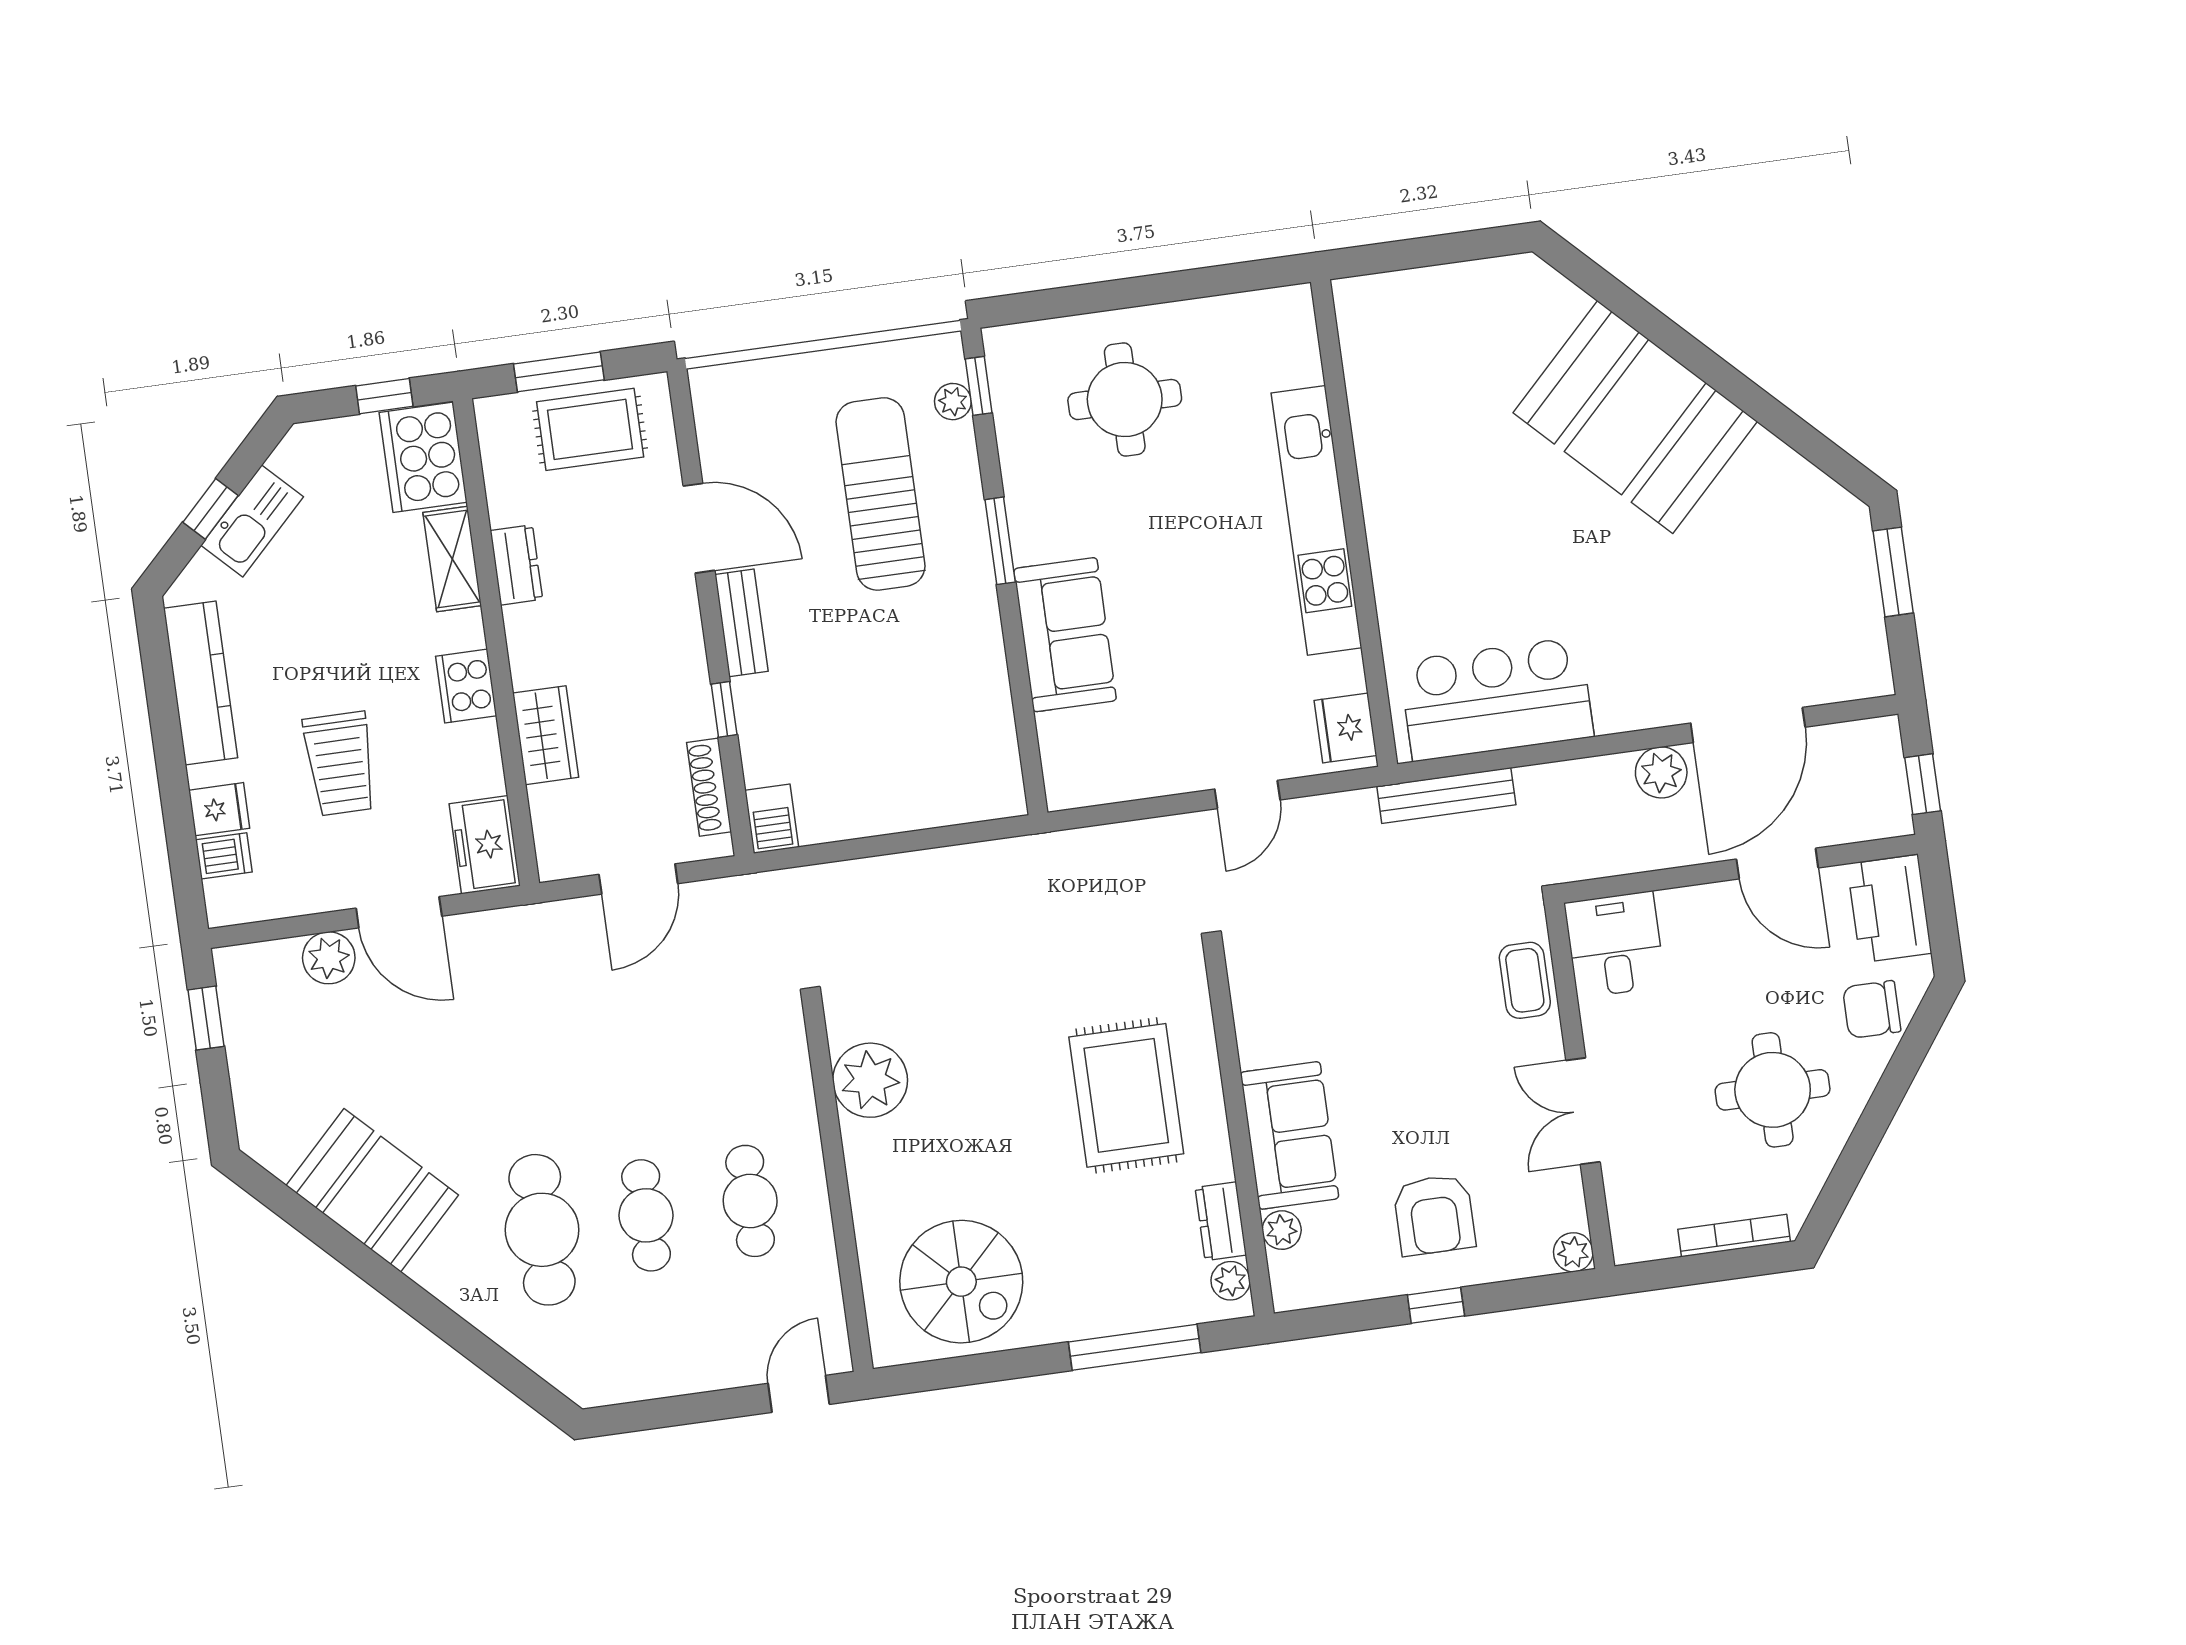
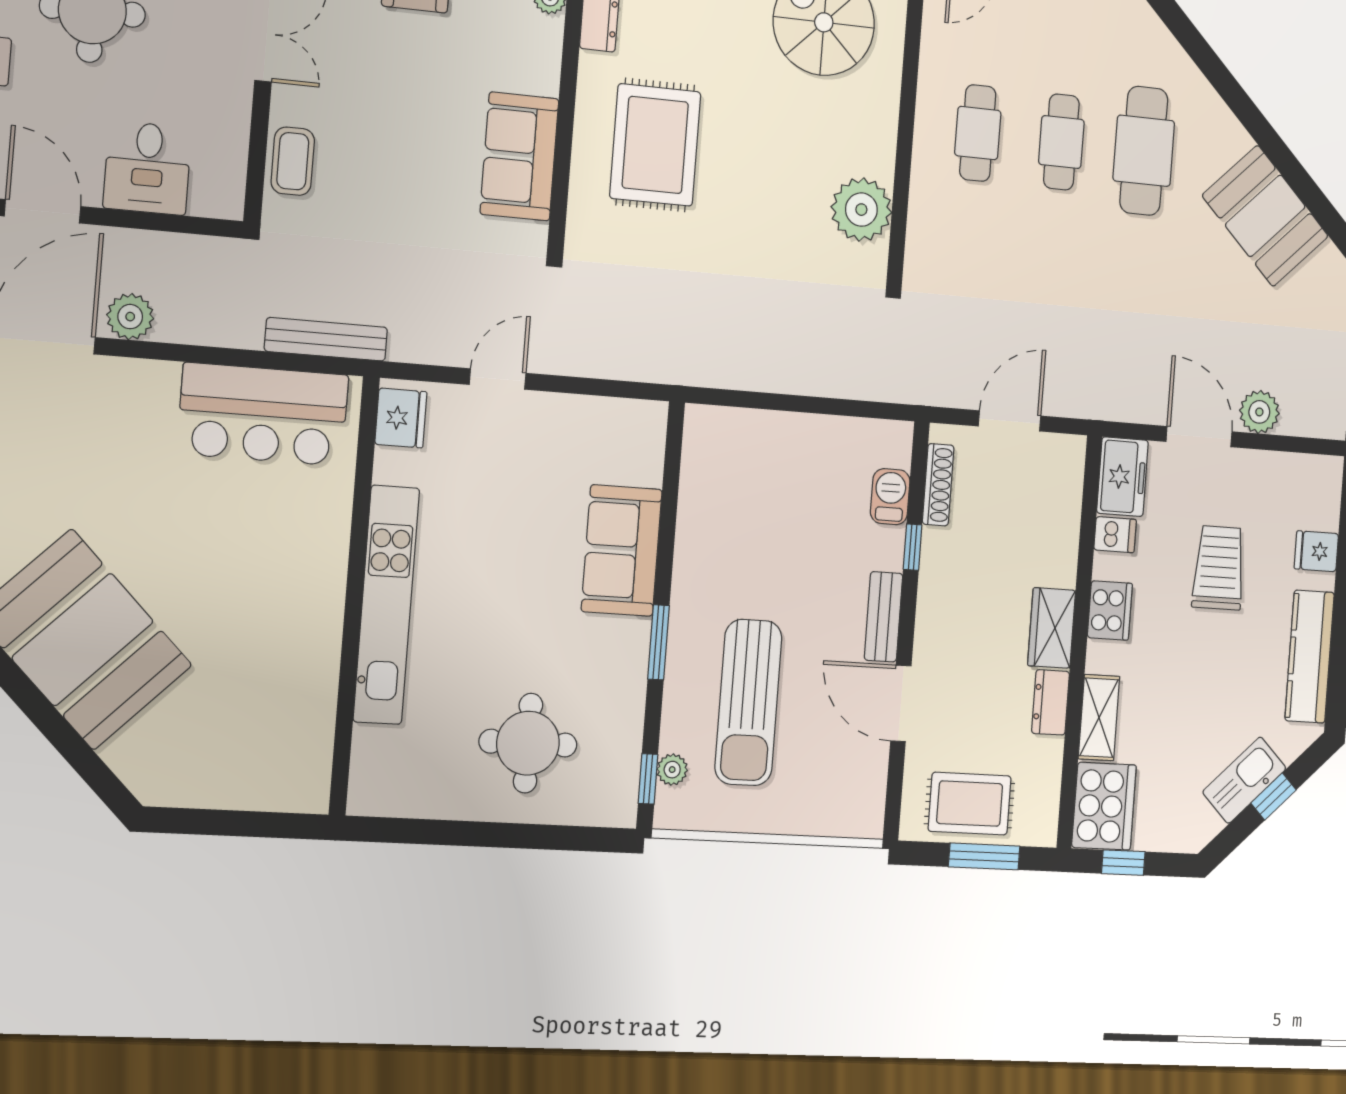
wardrobe: (546, 735) -> (1052, 628), moved
barbecue: (772, 819) -> (890, 497), moved
dishwasher: (224, 856) -> (1115, 535), moved, turned 180
desk: (1615, 945) -> (147, 168), moved
sofa: (1290, 1135) -> (519, 156), moved

